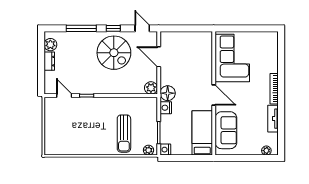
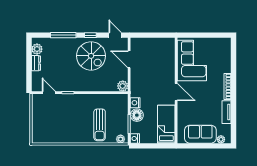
floor lamp: (168, 93) -> (137, 115), moved
sofa: (226, 130) -> (200, 134), moved, turned -90

